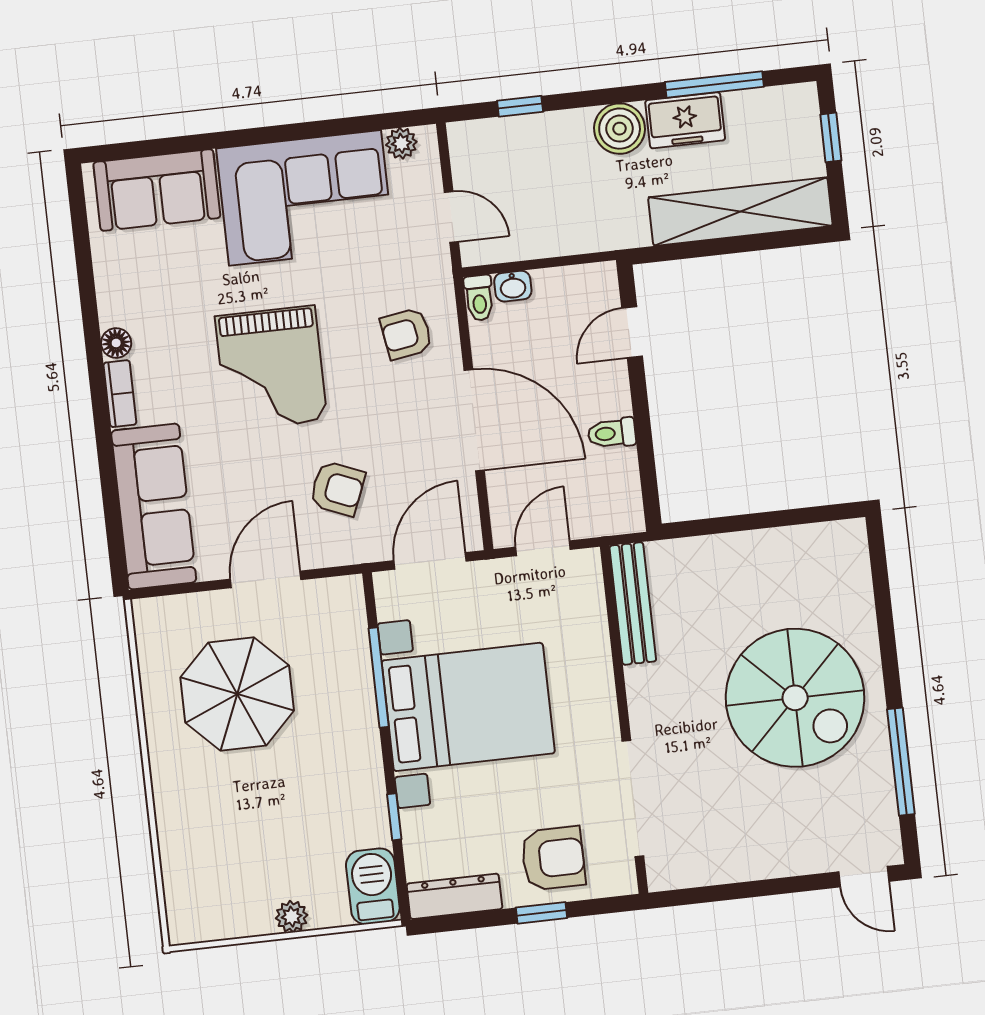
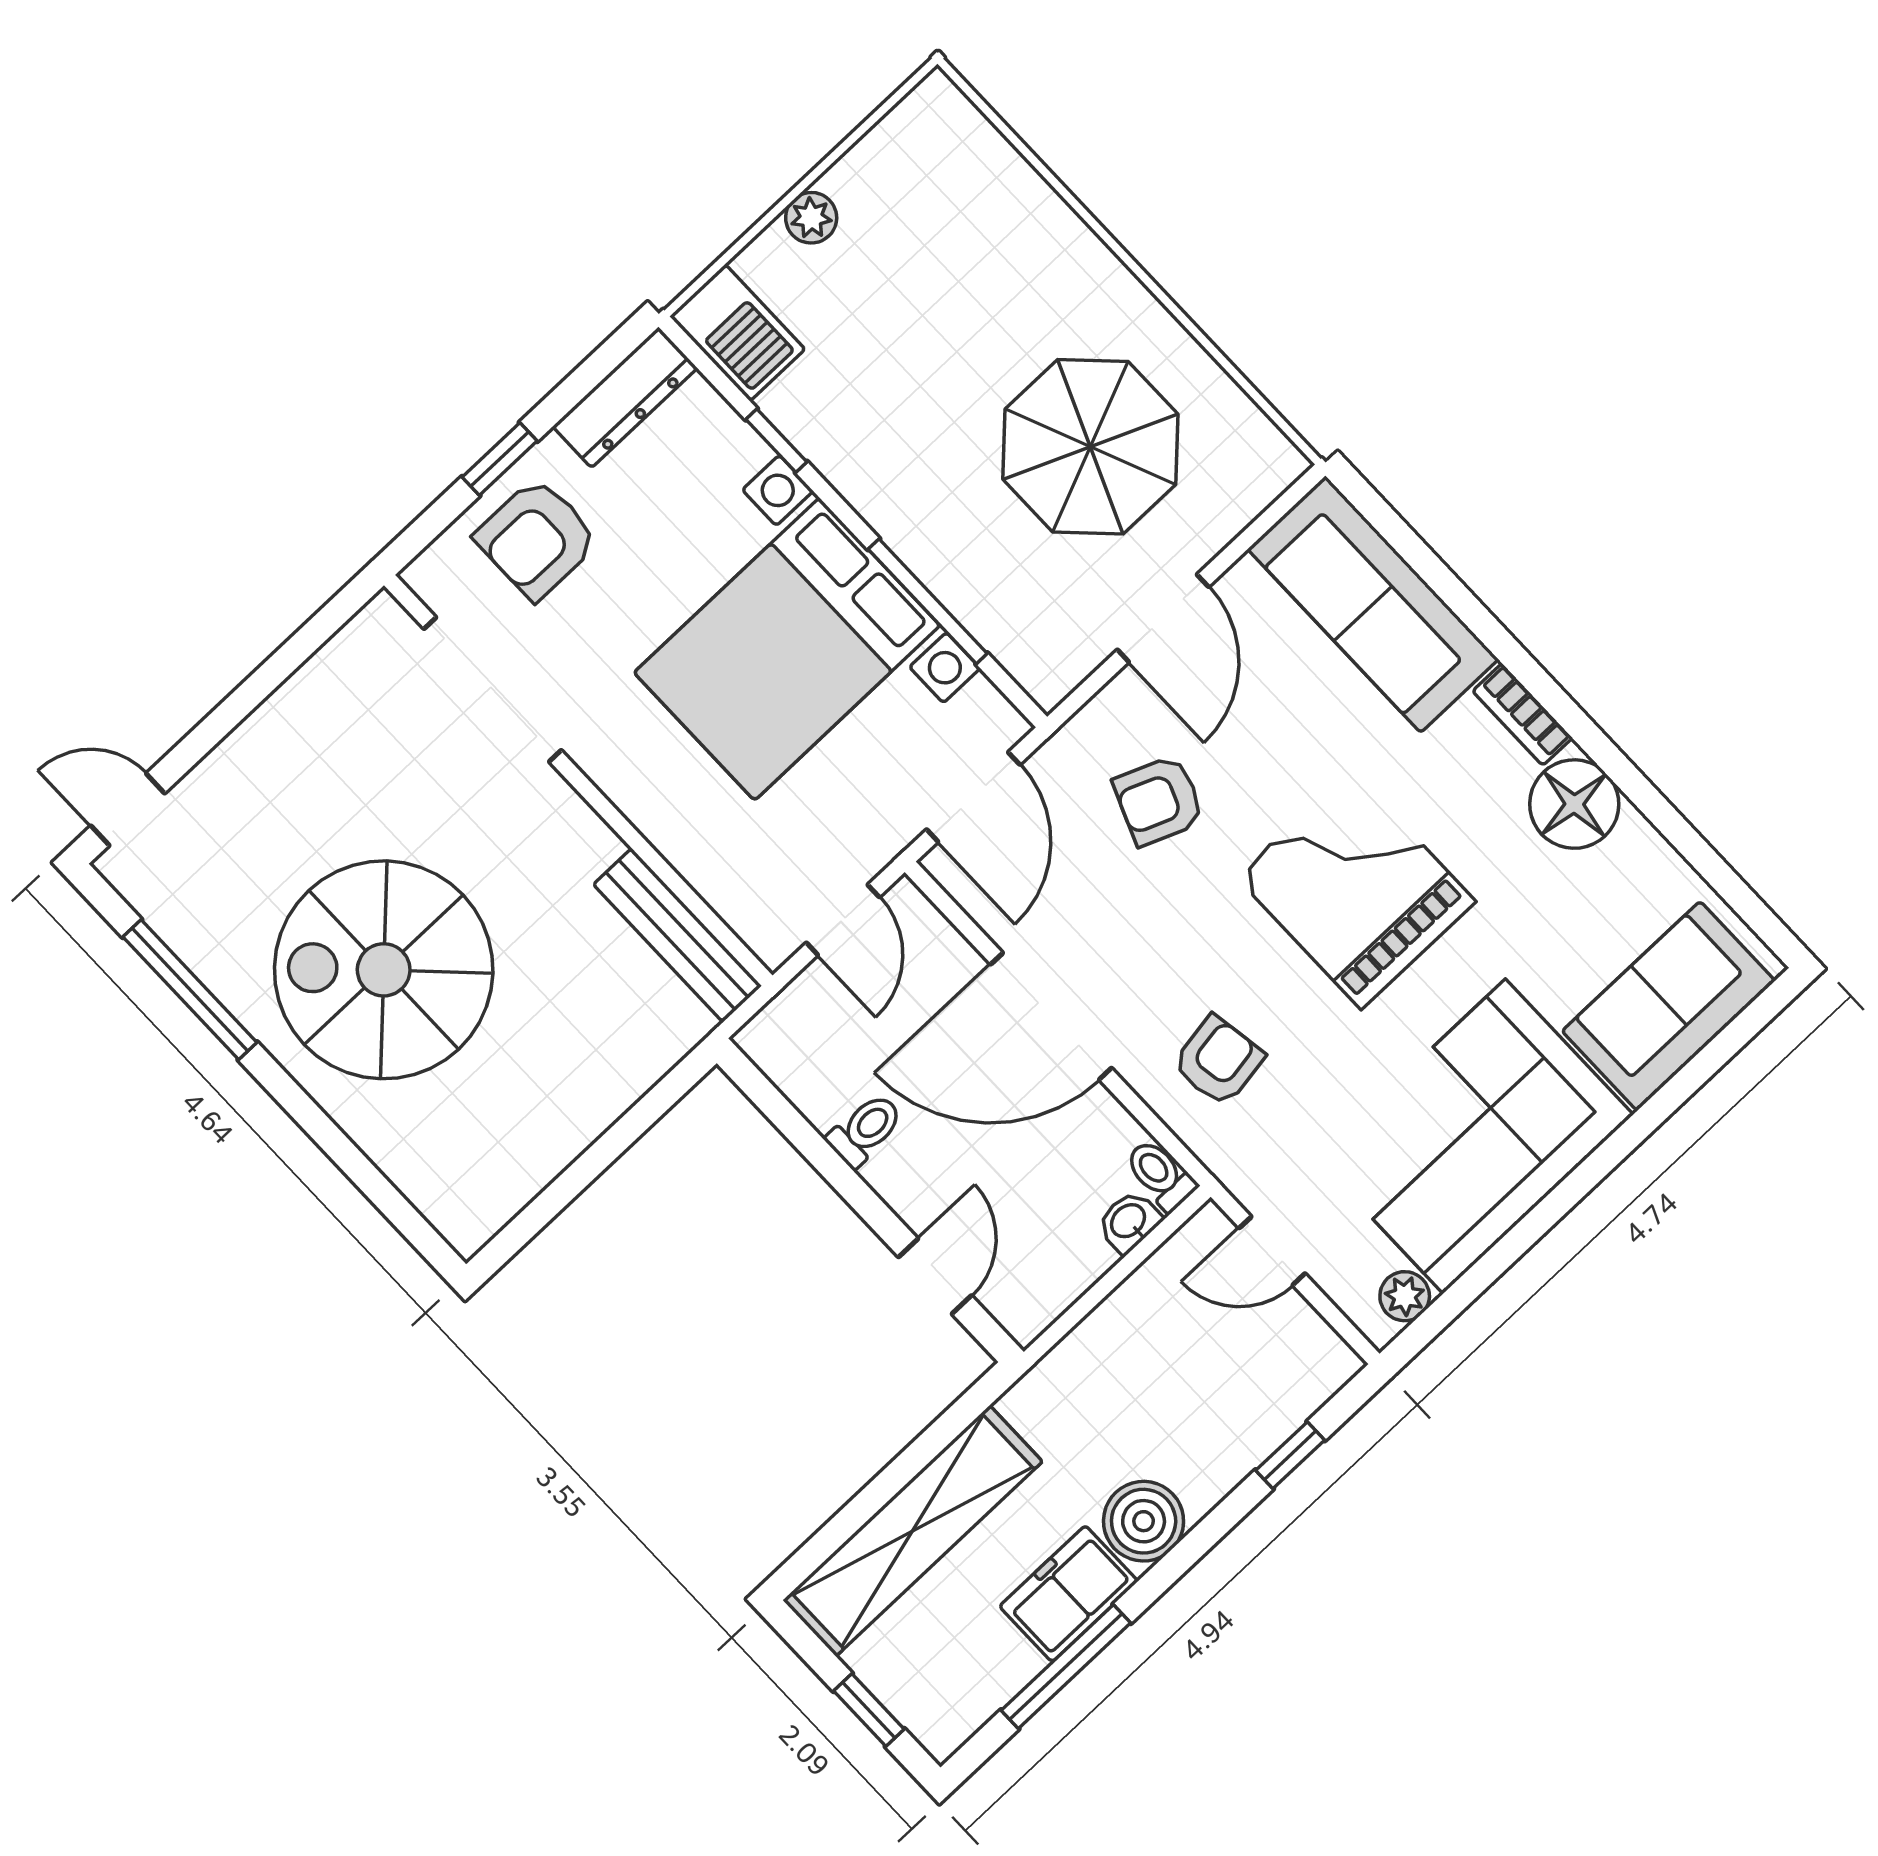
floor lamp: (116, 343) -> (1574, 804), width x1.89, depth x1.89

